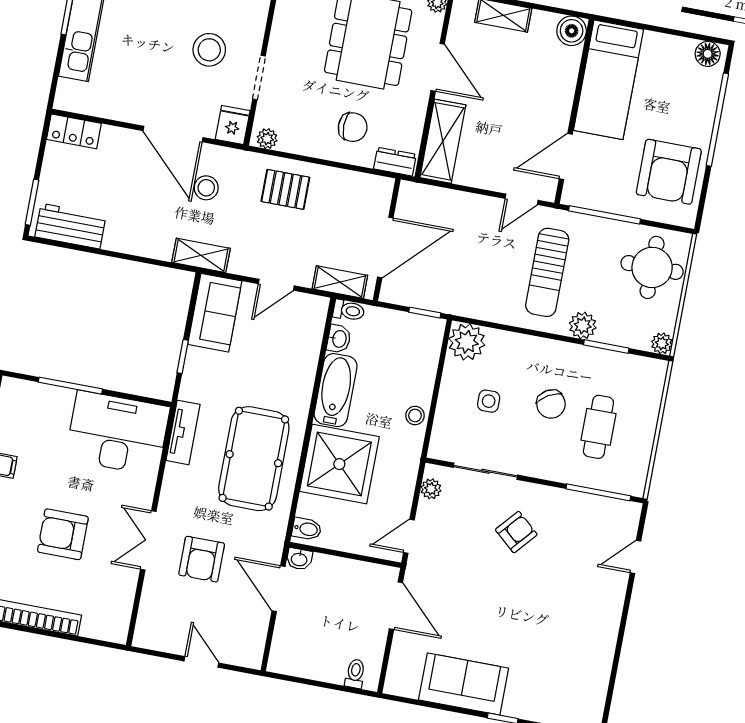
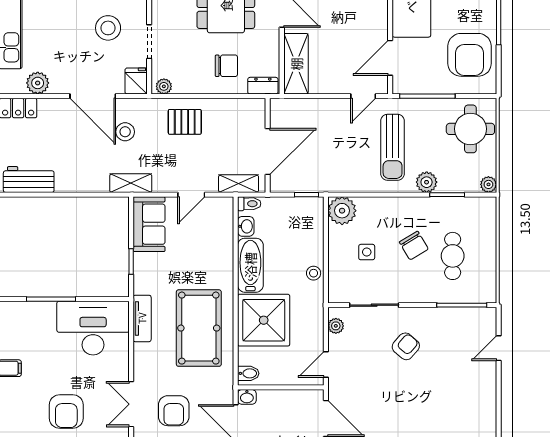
plant: (105, 104) -> (38, 83), added
armchair: (63, 534) -> (66, 412), turned -90

